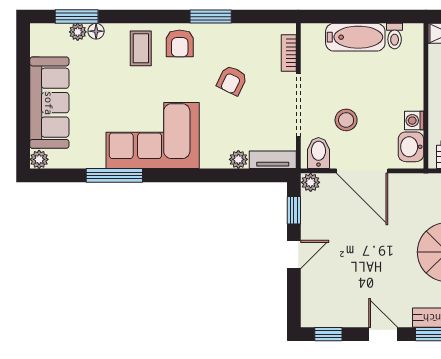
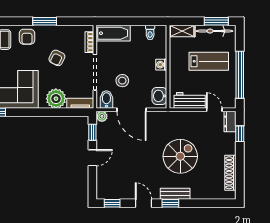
bathtub: (355, 37) -> (113, 33), moved
washing machine: (414, 121) -> (161, 65), moved
plant: (238, 159) -> (56, 99), width x1.88, depth x1.88

